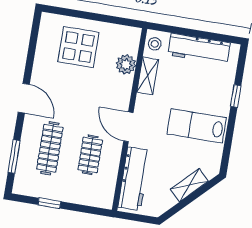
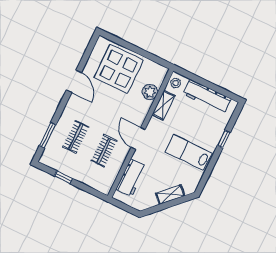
display table: (78, 47) -> (119, 69), width x1.36, depth x1.36
door: (24, 98) -> (74, 81), moved
clothes rail: (50, 148) -> (76, 137), width x0.73
workbench: (134, 179) -> (131, 178), width x0.73

